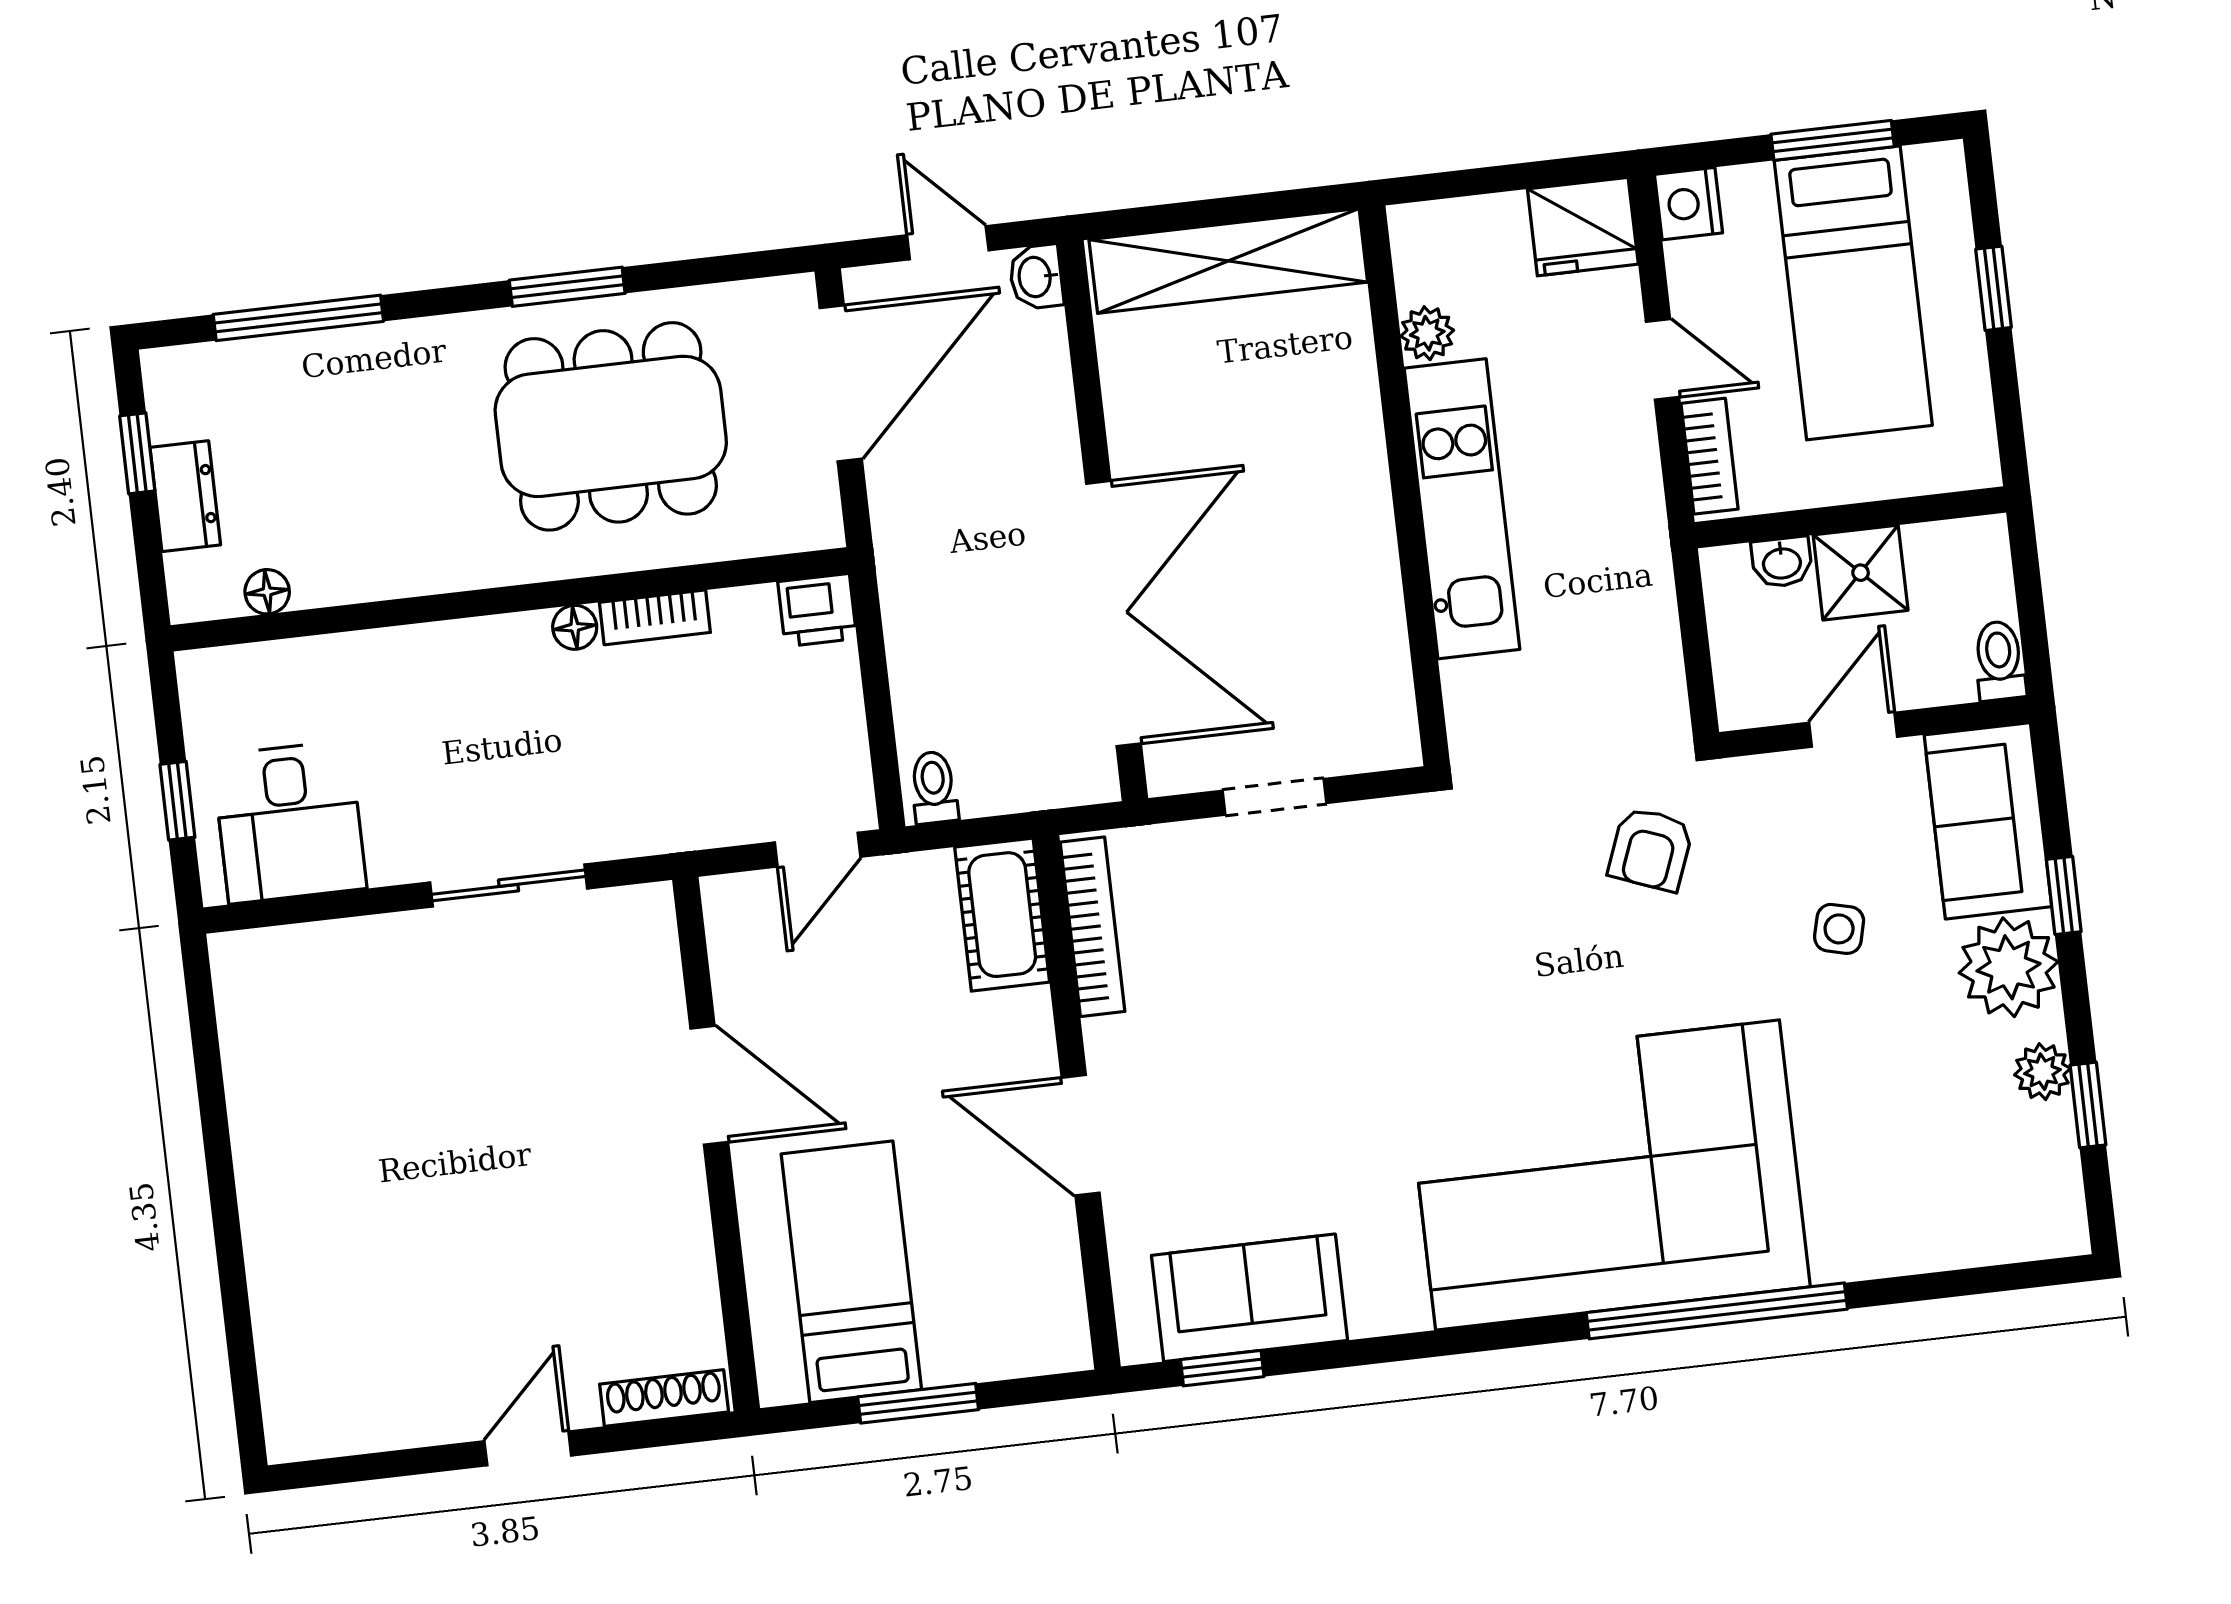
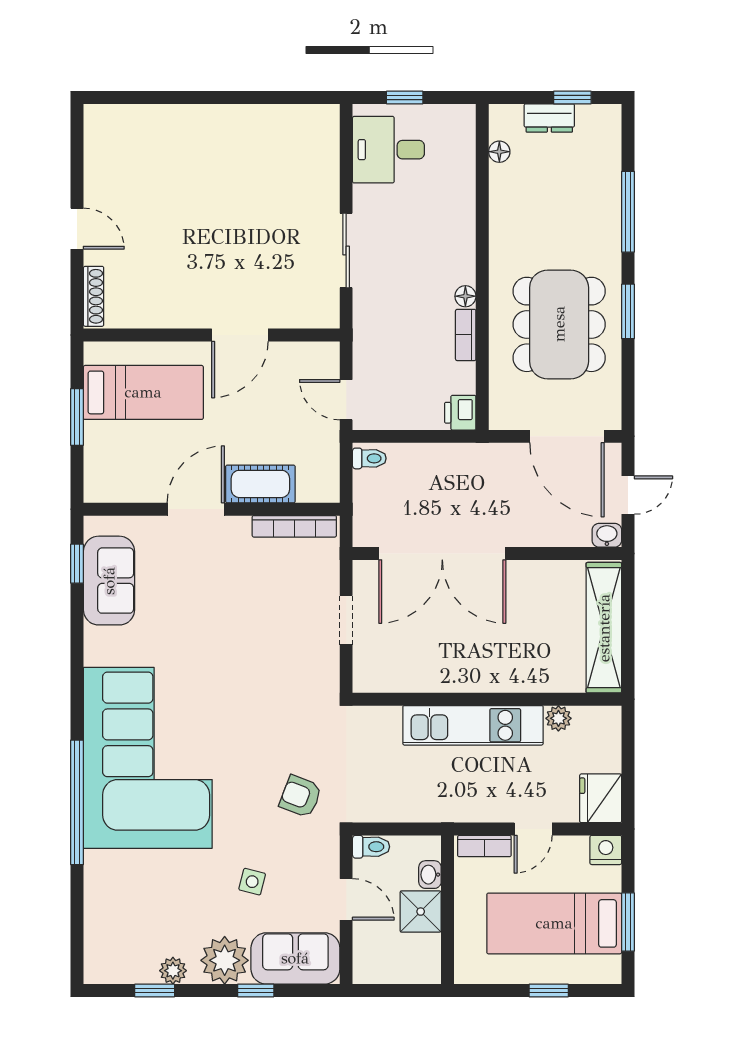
window: (298, 318) -> (628, 212), moved
toilet: (1999, 661) -> (371, 847), moved
cot: (1002, 915) -> (260, 484), moved

